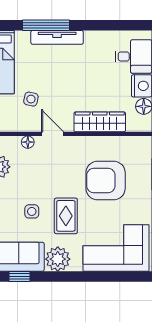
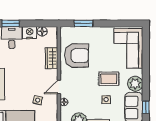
wardrobe: (100, 122) -> (52, 58), width x0.67
armchair: (106, 181) -> (77, 55), moved, turned -90

